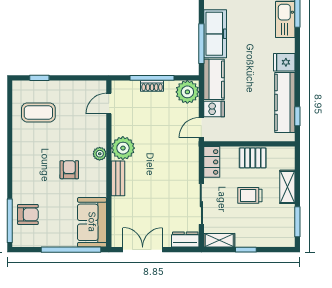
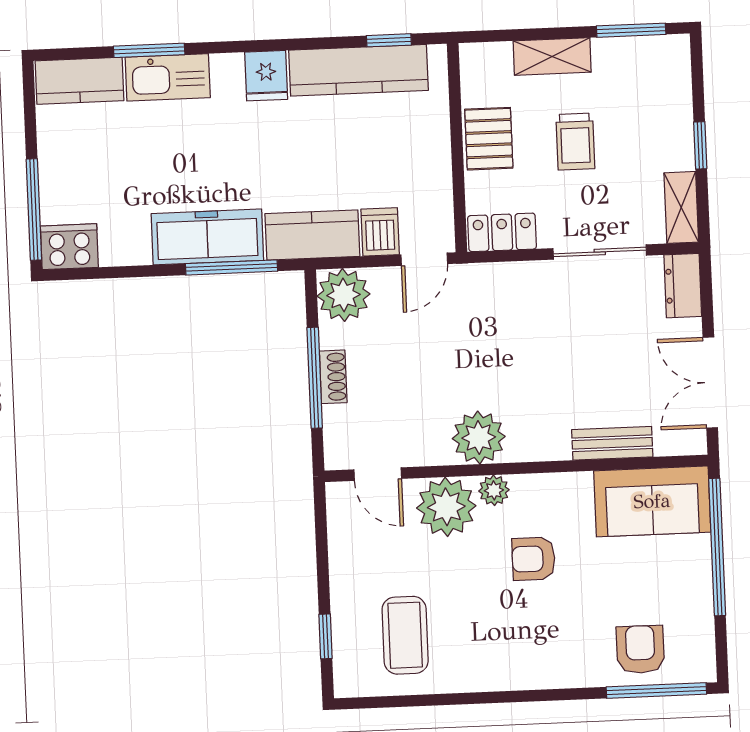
door: (201, 128) -> (424, 259), hinge flipped
plant: (93, 133) -> (446, 507), added
bench: (118, 178) -> (612, 443), moved

